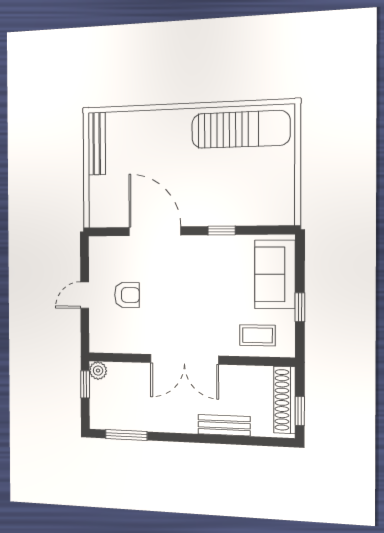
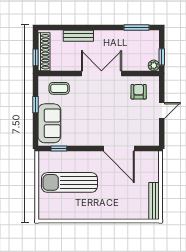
sun lounger: (241, 129) -> (69, 182), moved
window: (222, 230) -> (59, 149), moved
armchair: (127, 295) -> (139, 92), moved, turned 90
window: (300, 411) -> (35, 57), moved

